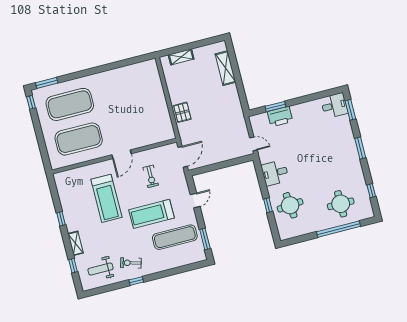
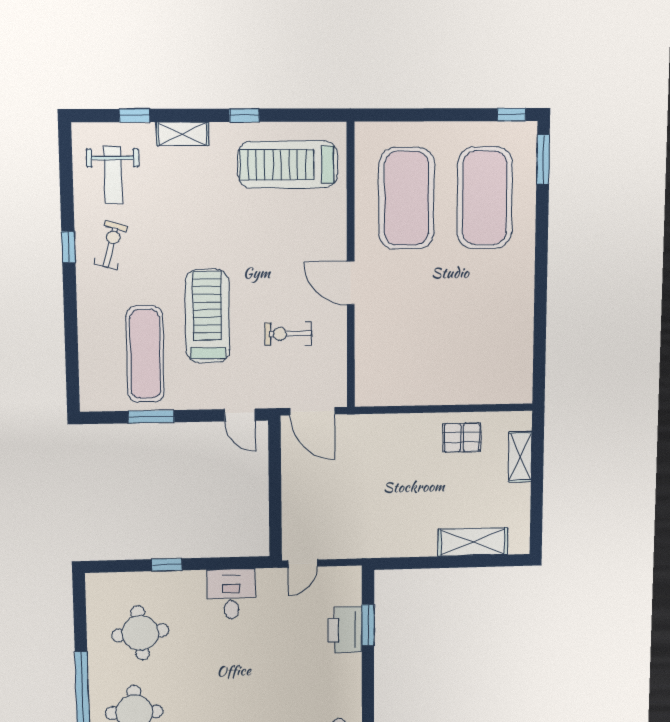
pallet: (182, 112) -> (462, 438), moved
treadmill: (106, 198) -> (288, 165), moved
door: (195, 200) -> (240, 415), moved
round table: (290, 205) -> (140, 633), moved
window: (205, 239) -> (151, 417), moved
weight bench: (100, 269) -> (113, 175), turned 180

